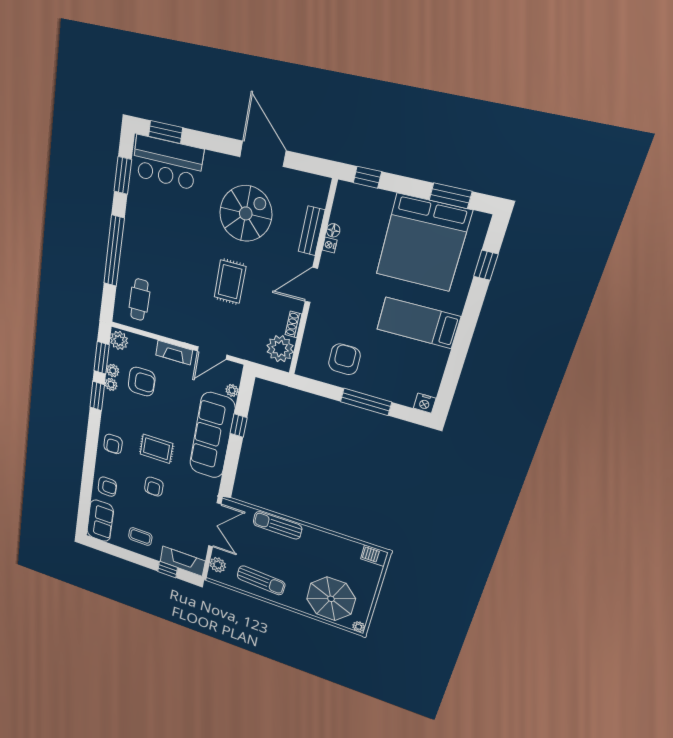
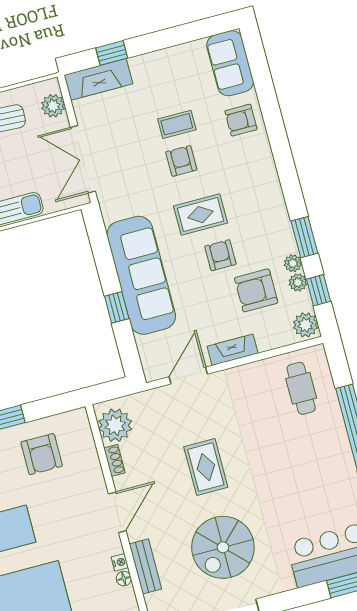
window: (102, 358) -> (319, 290), width x0.67
plant: (232, 390) -> (145, 345), removed
armchair: (113, 444) -> (220, 255), moved
coffee table: (140, 537) -> (177, 124), moved

